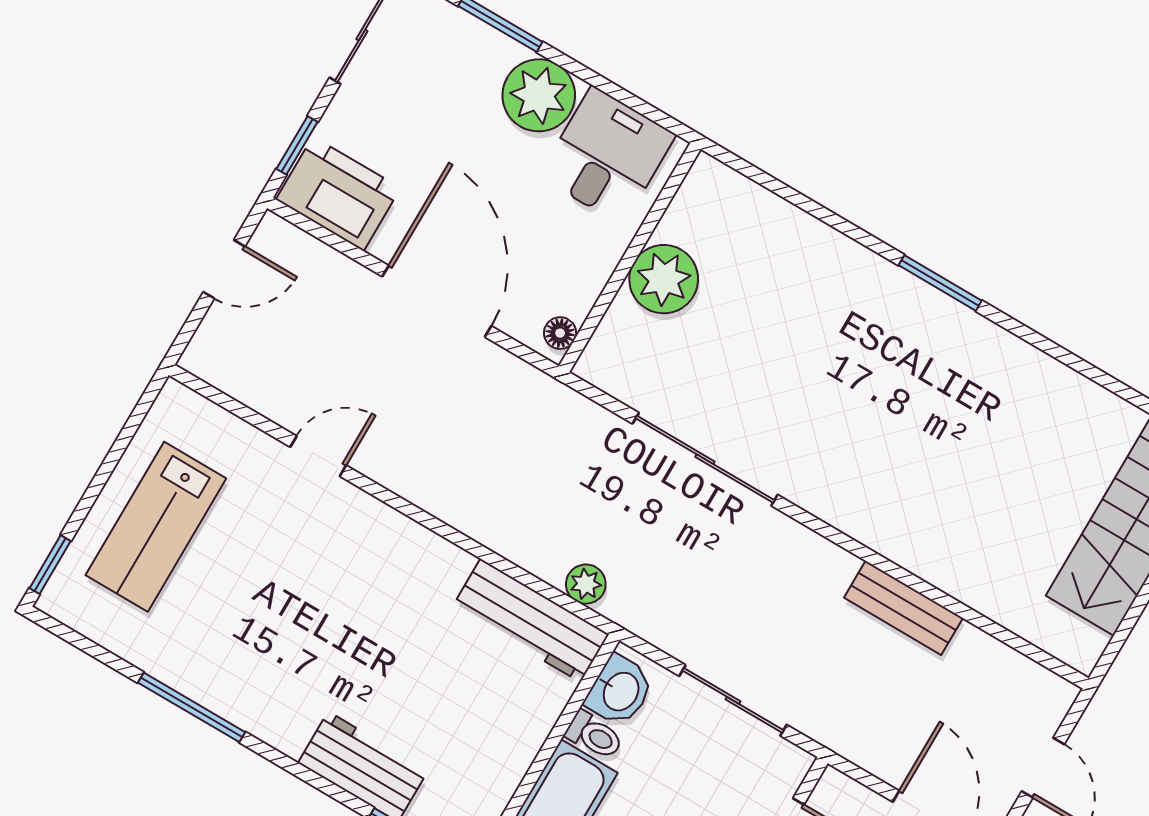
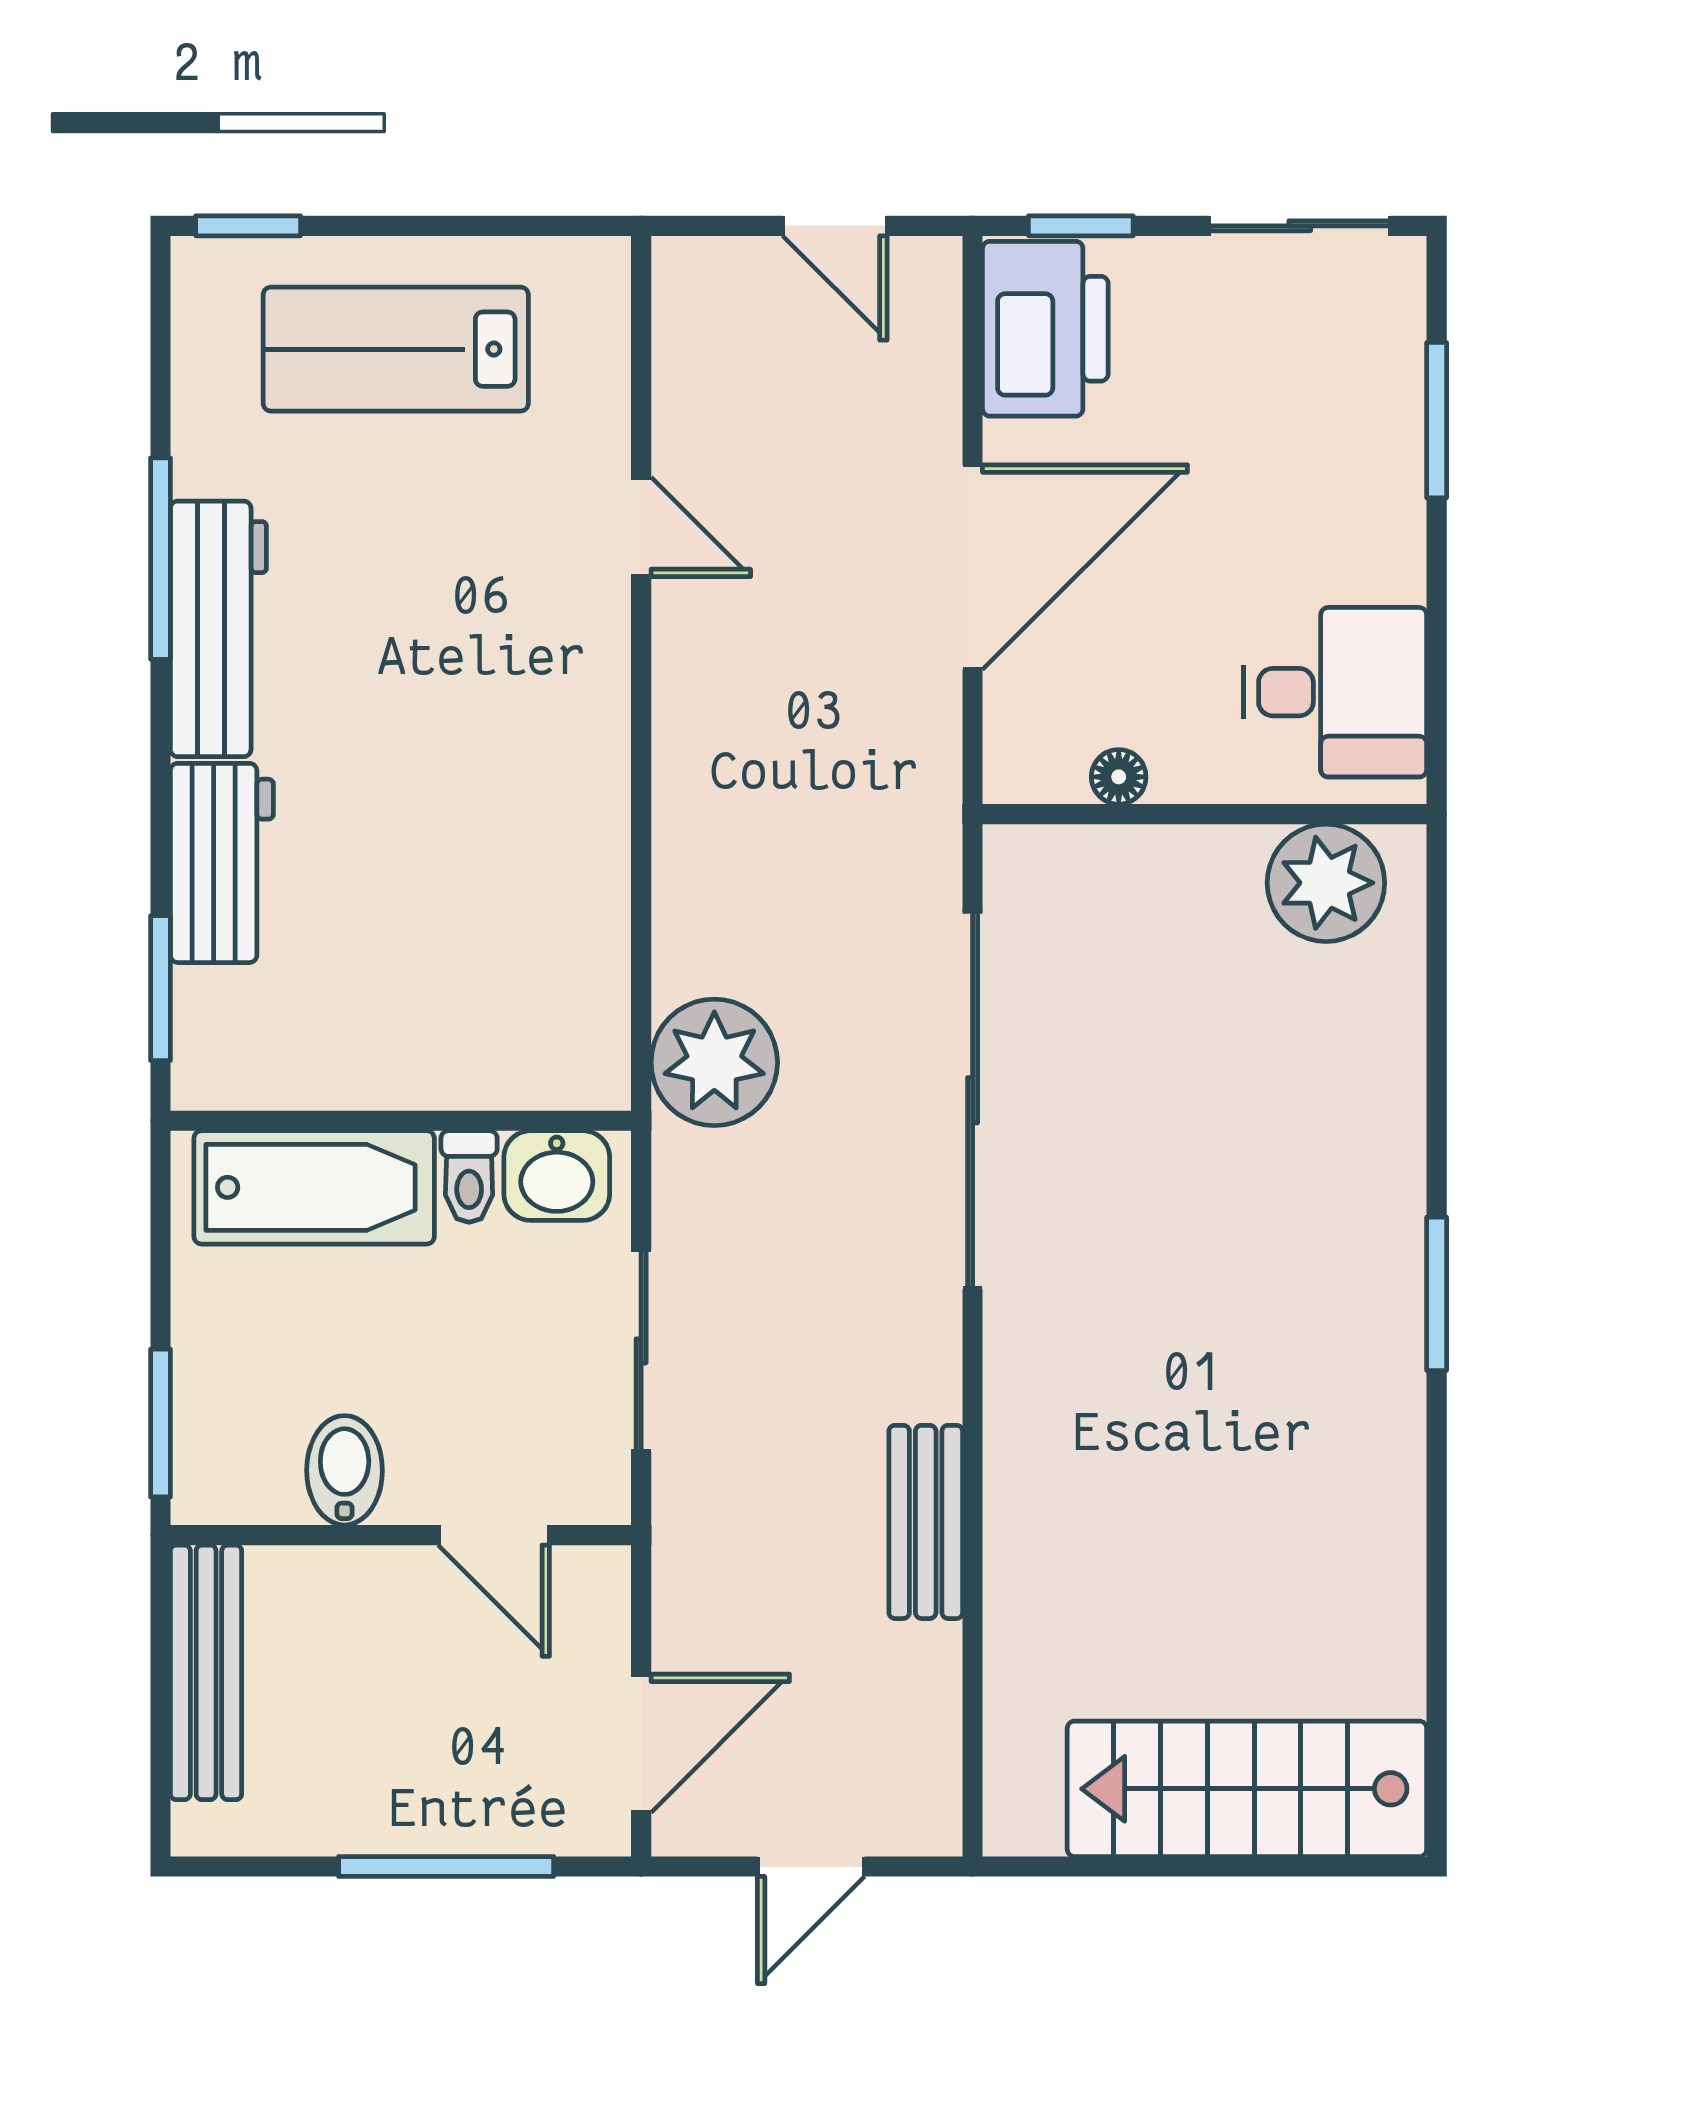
plant: (539, 95) -> (1365, 539), removed
plant: (664, 279) -> (1326, 883), moved
floor lamp: (560, 333) -> (1119, 777), moved
sliding door: (705, 459) -> (973, 1100), width x1.36
plant: (586, 584) -> (714, 1062), width x1.88, depth x1.88
workbench: (531, 620) -> (218, 629), moved, turned 180

